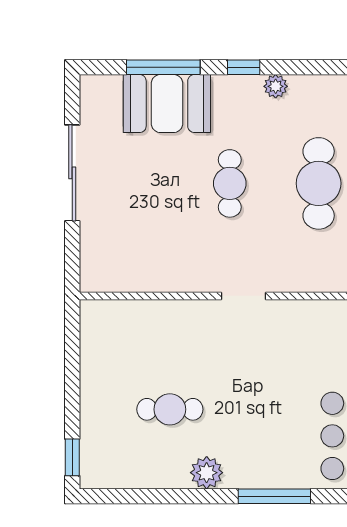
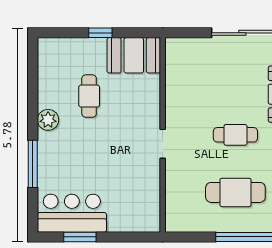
booth: (107, 340) -> (134, 55), added
window: (72, 457) -> (100, 33), moved

